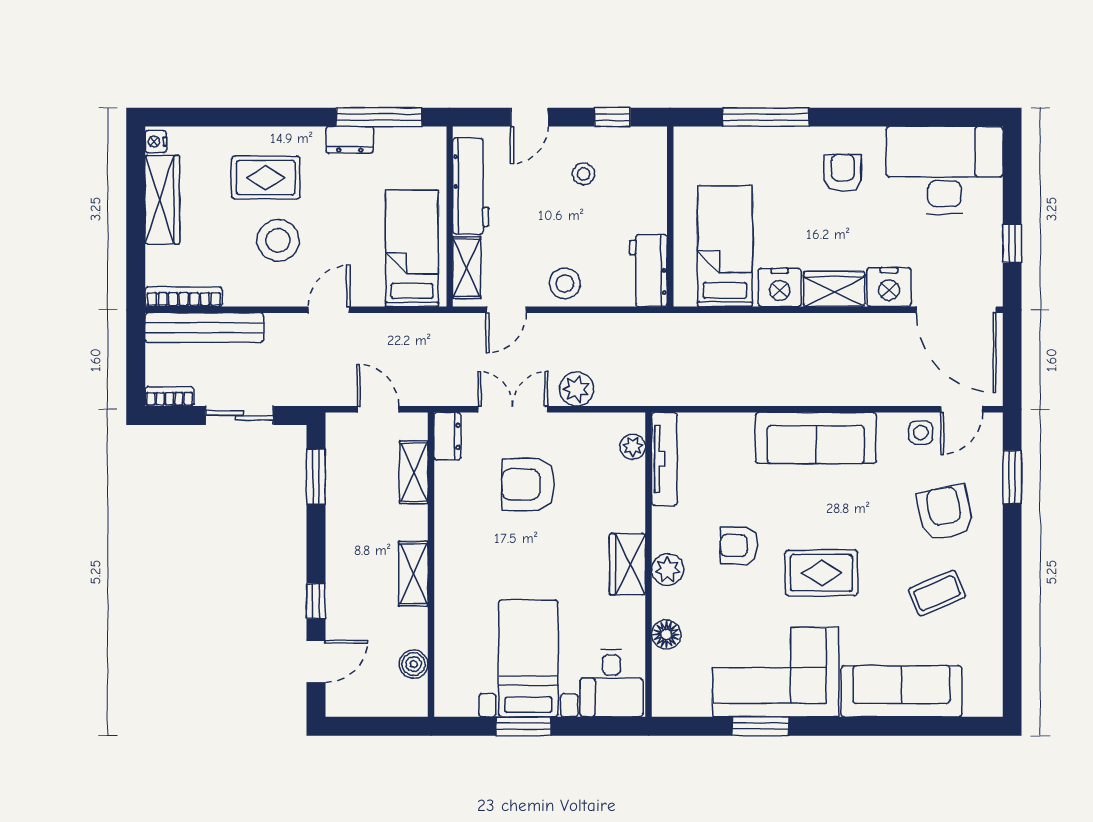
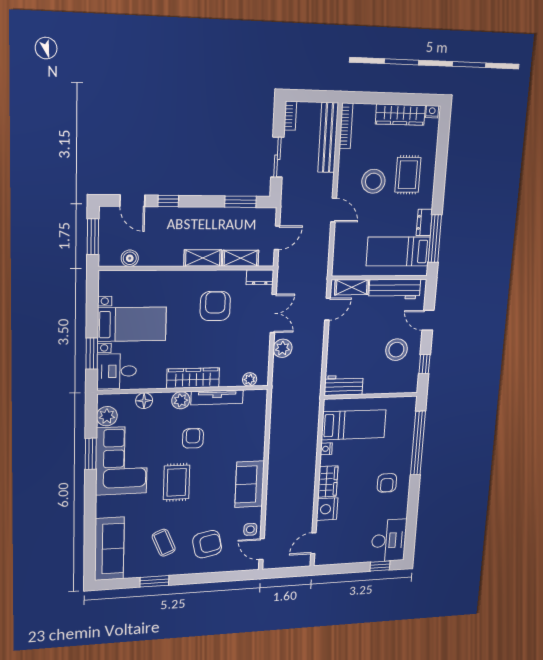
window: (766, 117) -> (418, 443), width x1.46
desk: (945, 170) -> (389, 540), width x0.73, depth x0.77
armchair: (843, 173) -> (387, 483), turned 90
stool: (584, 174) -> (396, 350), width x1.89, depth x1.89
window: (1012, 243) -> (380, 566), moved
bed: (412, 248) -> (398, 251), moved, turned 180
stool: (565, 284) -> (340, 341), removed
nightstand: (780, 287) -> (326, 449), width x0.53, depth x0.56
door: (506, 310) -> (328, 309), swing flipped
door: (956, 310) -> (313, 543), width x0.53
sofa: (816, 438) -> (250, 484), width x0.73
tv unit: (664, 459) -> (217, 397), moved
window: (1012, 477) -> (154, 581), moved
armchair: (528, 485) -> (215, 306), moved
wardrobe: (628, 564) -> (193, 378), width x1.50
shelving: (413, 574) -> (203, 258), moved
sofa: (901, 691) -> (109, 549), moved
plant: (692, 699) -> (107, 416), added
window: (377, 726) -> (93, 237), added
window: (524, 726) -> (92, 354), moved

